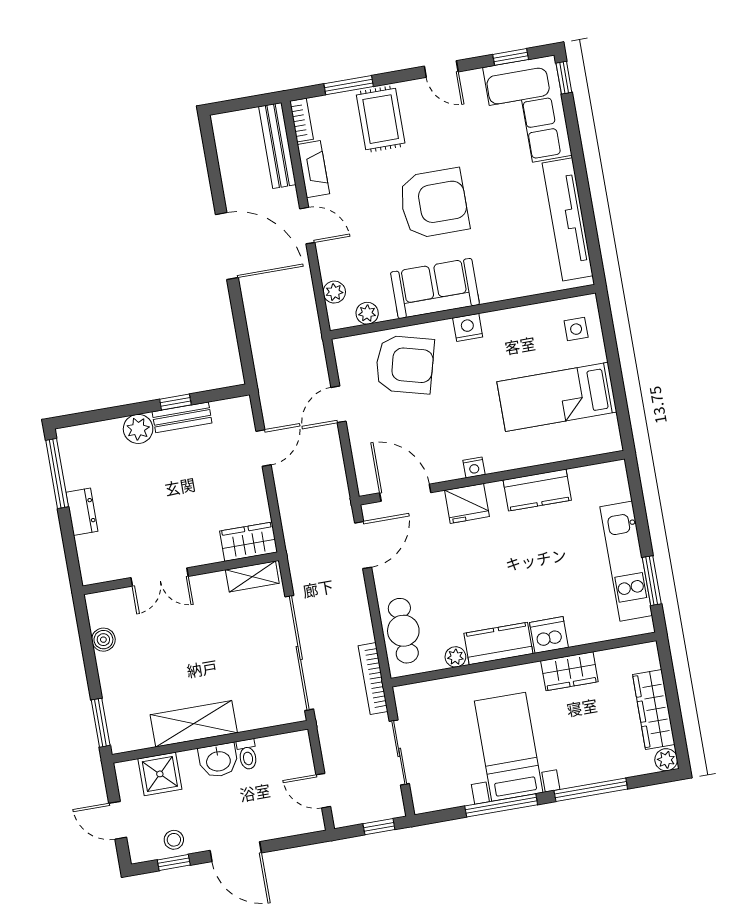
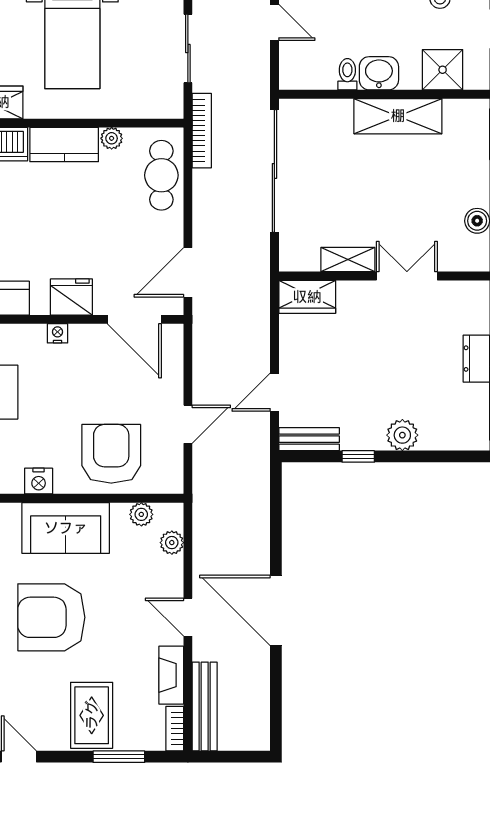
armchair: (405, 364) -> (111, 454), turned 75
bench: (182, 417) -> (309, 439), moved
shelving: (252, 577) -> (348, 260), moved

